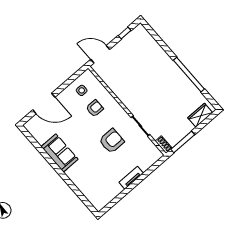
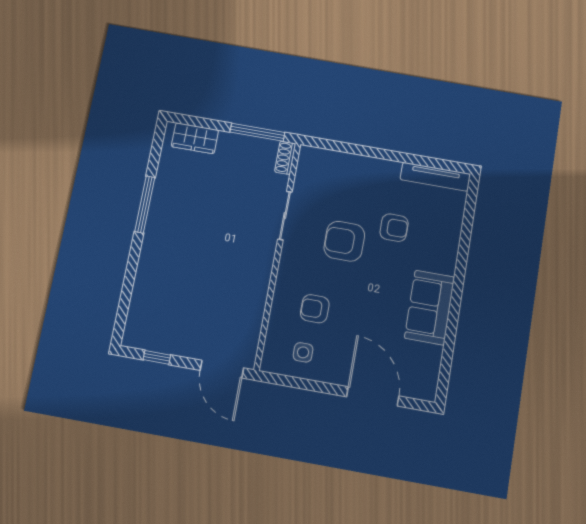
window: (189, 75) -> (145, 204), width x0.68
armchair: (101, 165) -> (394, 228), added
tv unit: (131, 178) -> (435, 177), moved, width x1.41

